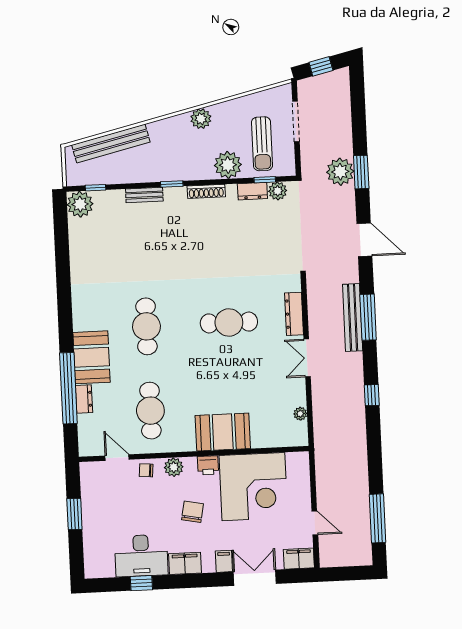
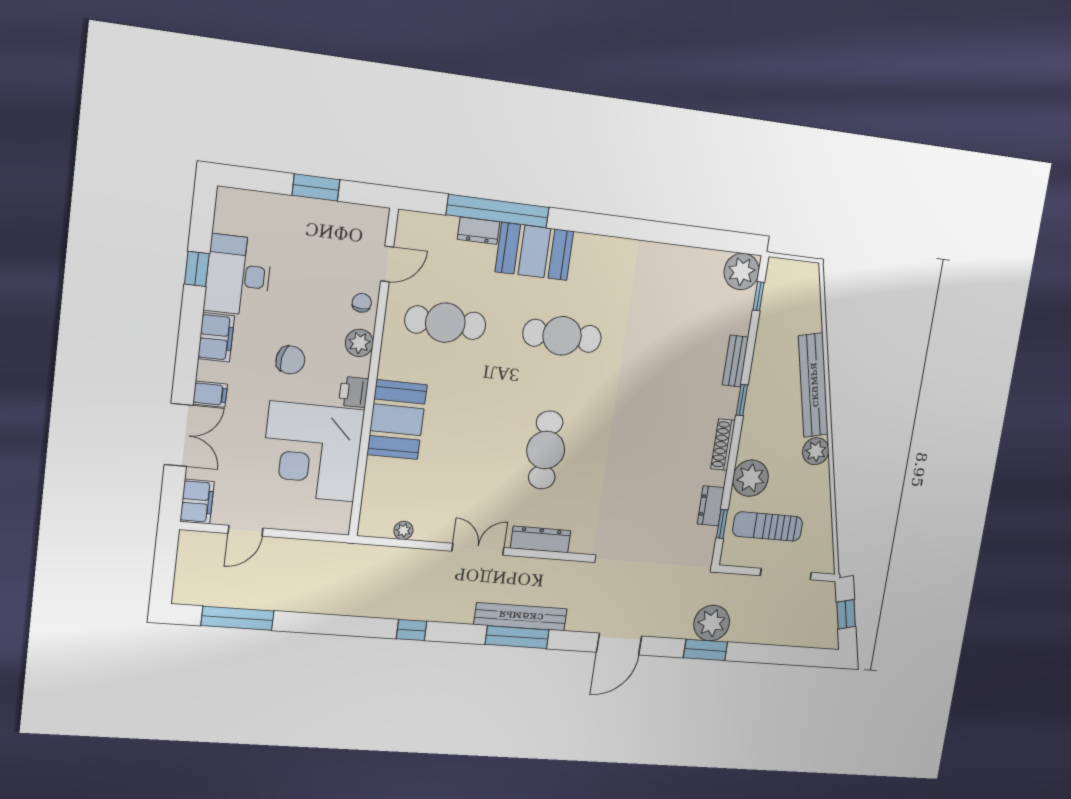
bench: (111, 144) -> (813, 385), moved
plant: (278, 191) -> (704, 539), removed

